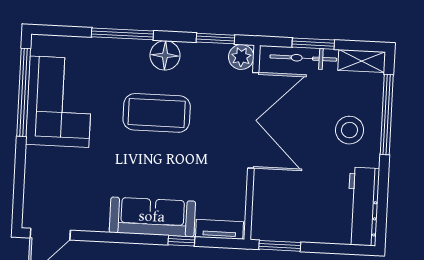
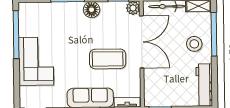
corner sofa: (59, 102) -> (36, 61), moved
coffee table: (157, 113) -> (108, 59), moved

